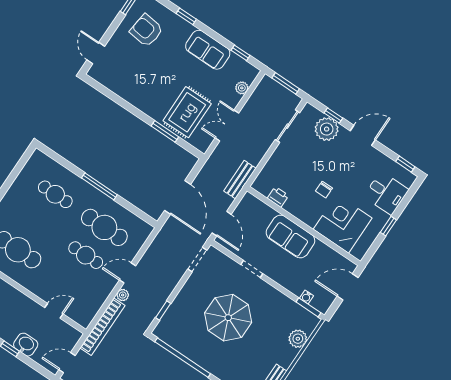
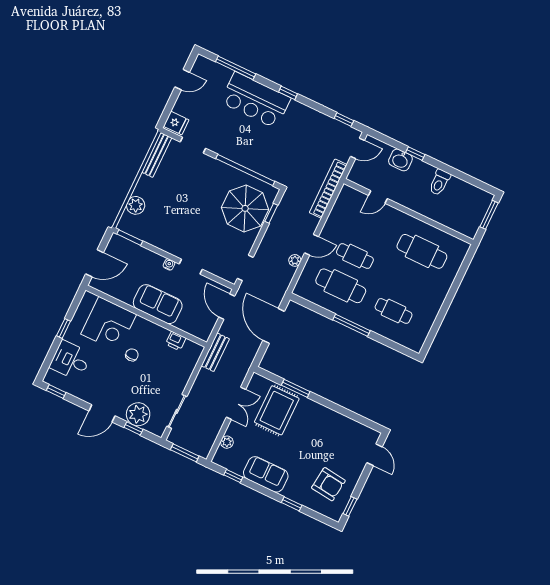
plant: (123, 295) -> (295, 260), moved
water cooler: (306, 297) -> (169, 264), moved
parasol: (228, 318) -> (245, 208), moved

